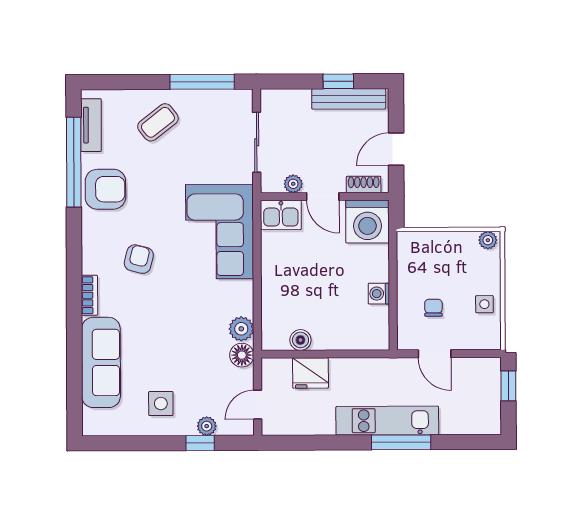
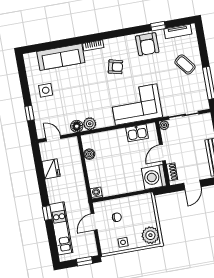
door: (396, 149) -> (192, 185), swing flipped
window: (74, 162) -> (158, 26), width x0.32
plant: (293, 184) -> (164, 125), moved
kitchen sink: (281, 215) -> (137, 133), moved, turned -90
plant: (488, 240) -> (150, 235), width x1.88, depth x1.88
washing machine: (379, 294) -> (96, 193), moved
fridge: (310, 373) -> (51, 169), moved, turned 180
kitchen unit: (387, 421) -> (61, 228), moved
plant: (207, 426) -> (38, 115), removed
window: (401, 442) -> (47, 213), width x0.46

